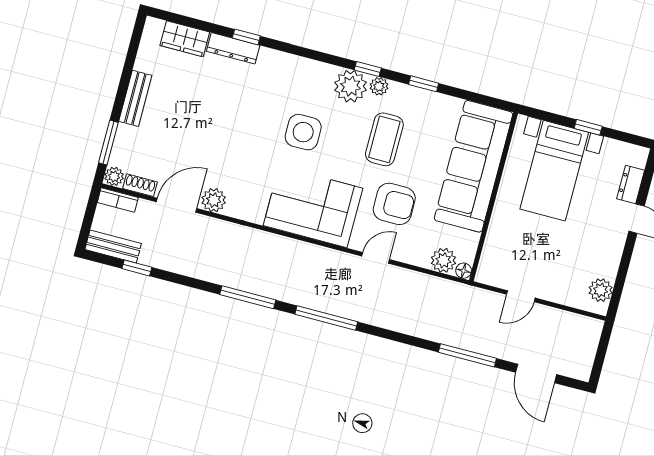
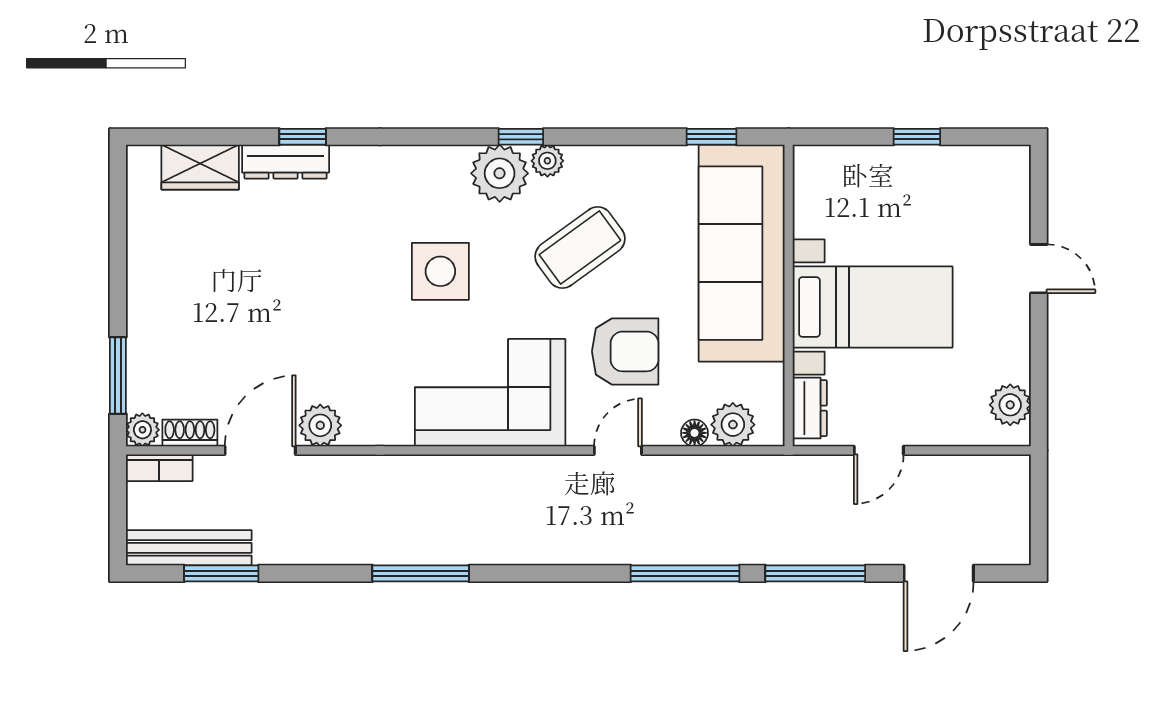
window: (424, 84) -> (712, 137), moved
bench: (135, 98) -> (143, 289), removed
coffee table: (384, 139) -> (580, 248), turned 54
bed with nightstands: (554, 171) -> (873, 307), moved, turned -90
dresser: (631, 184) -> (810, 408), moved, turned 180
bench: (113, 246) -> (189, 548), width x1.36
window: (137, 268) -> (221, 573), width x1.50
floor lamp: (464, 271) -> (695, 433), moved
window: (326, 318) -> (685, 573), moved
door: (536, 373) -> (939, 573), hinge flipped

